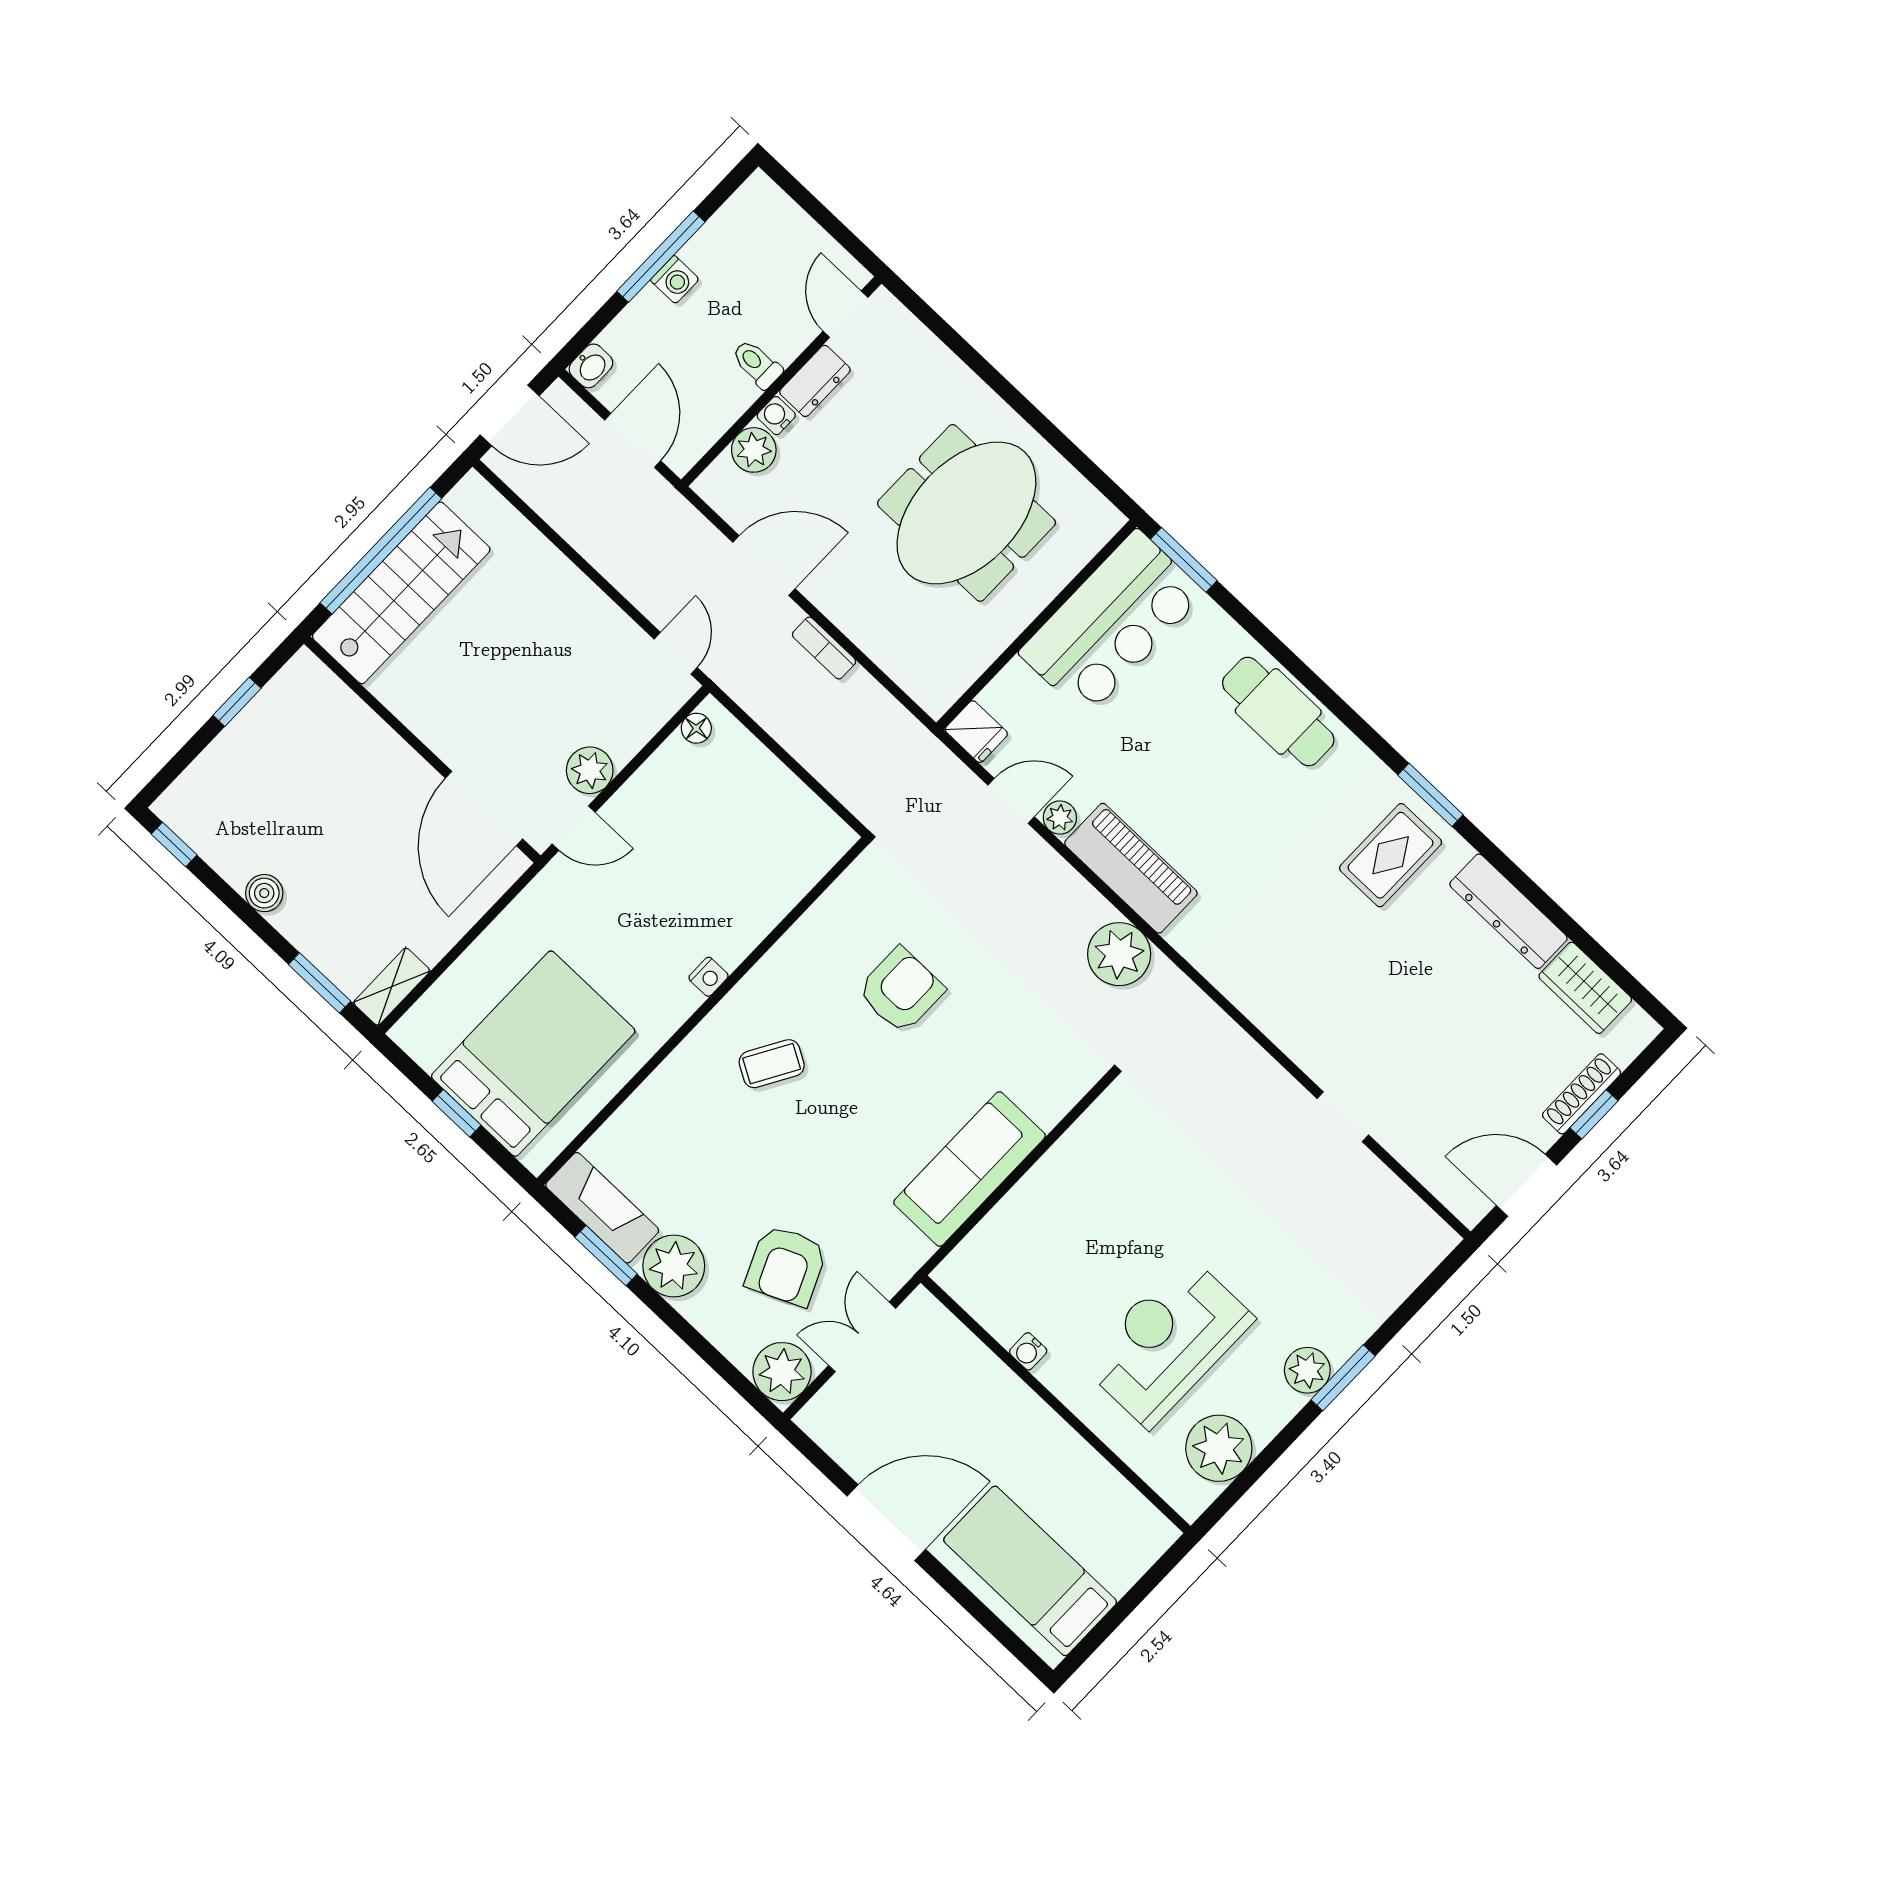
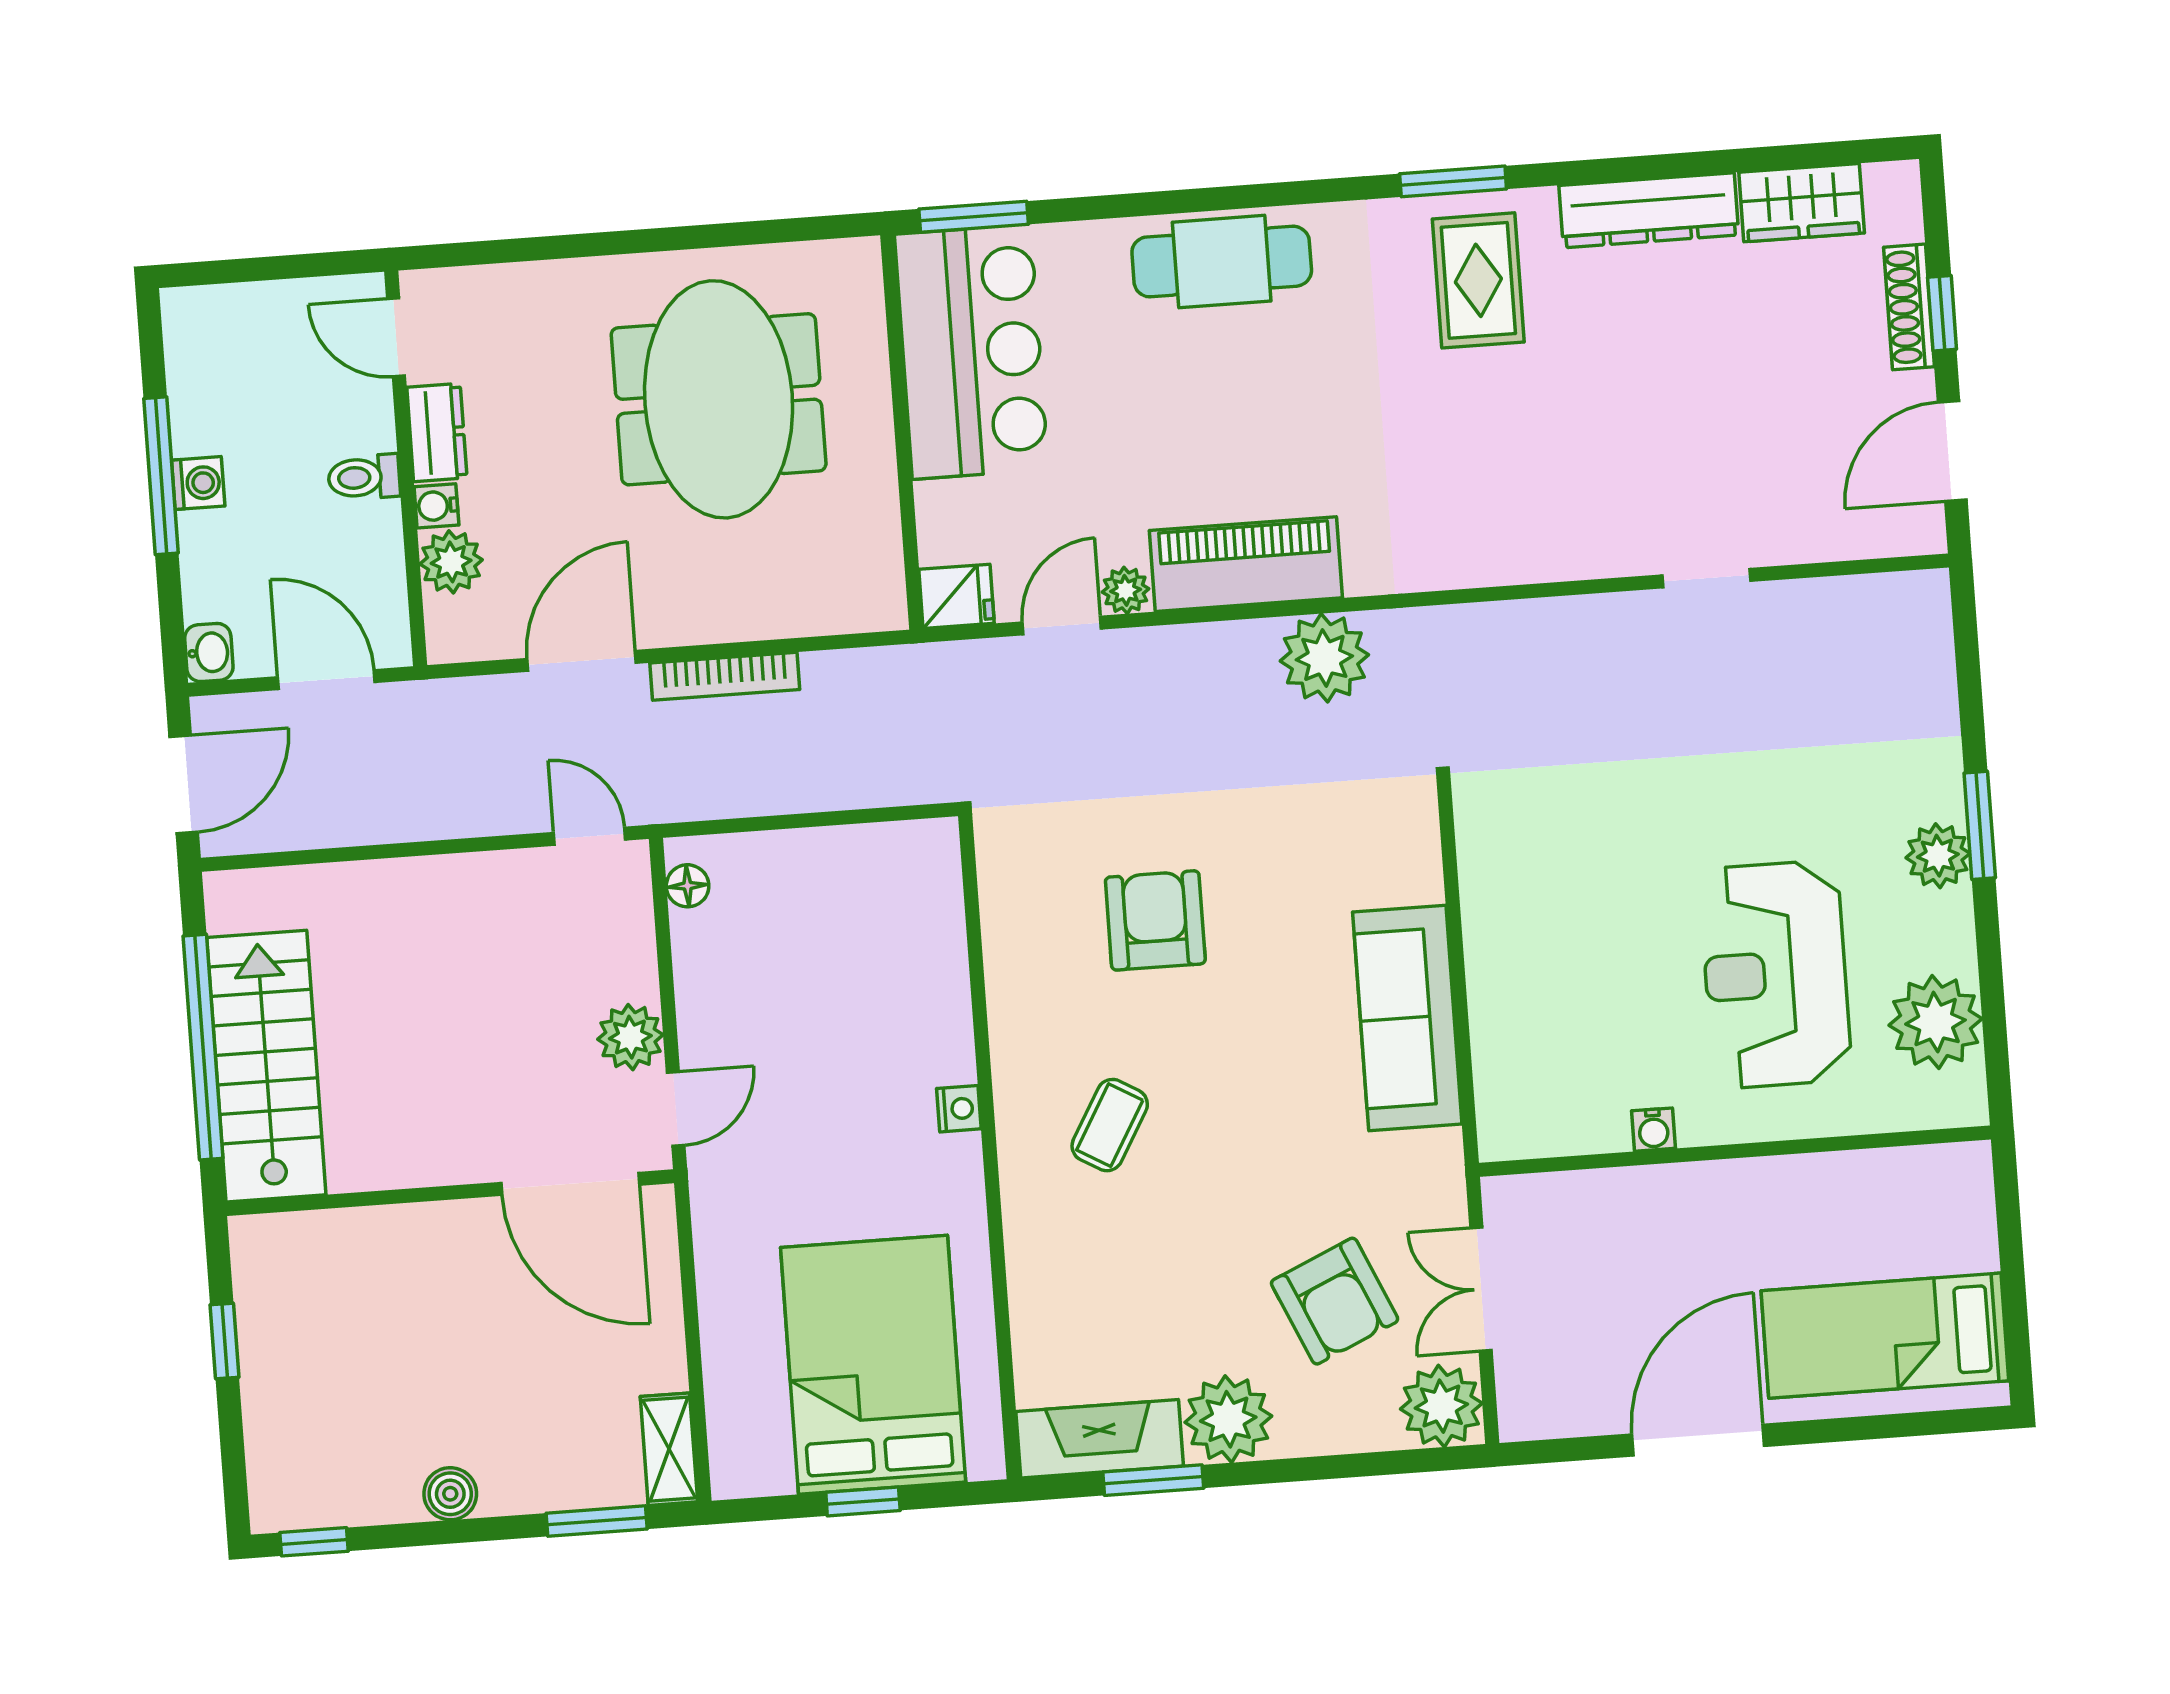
bookcase: (824, 648) -> (725, 676), width x1.56

